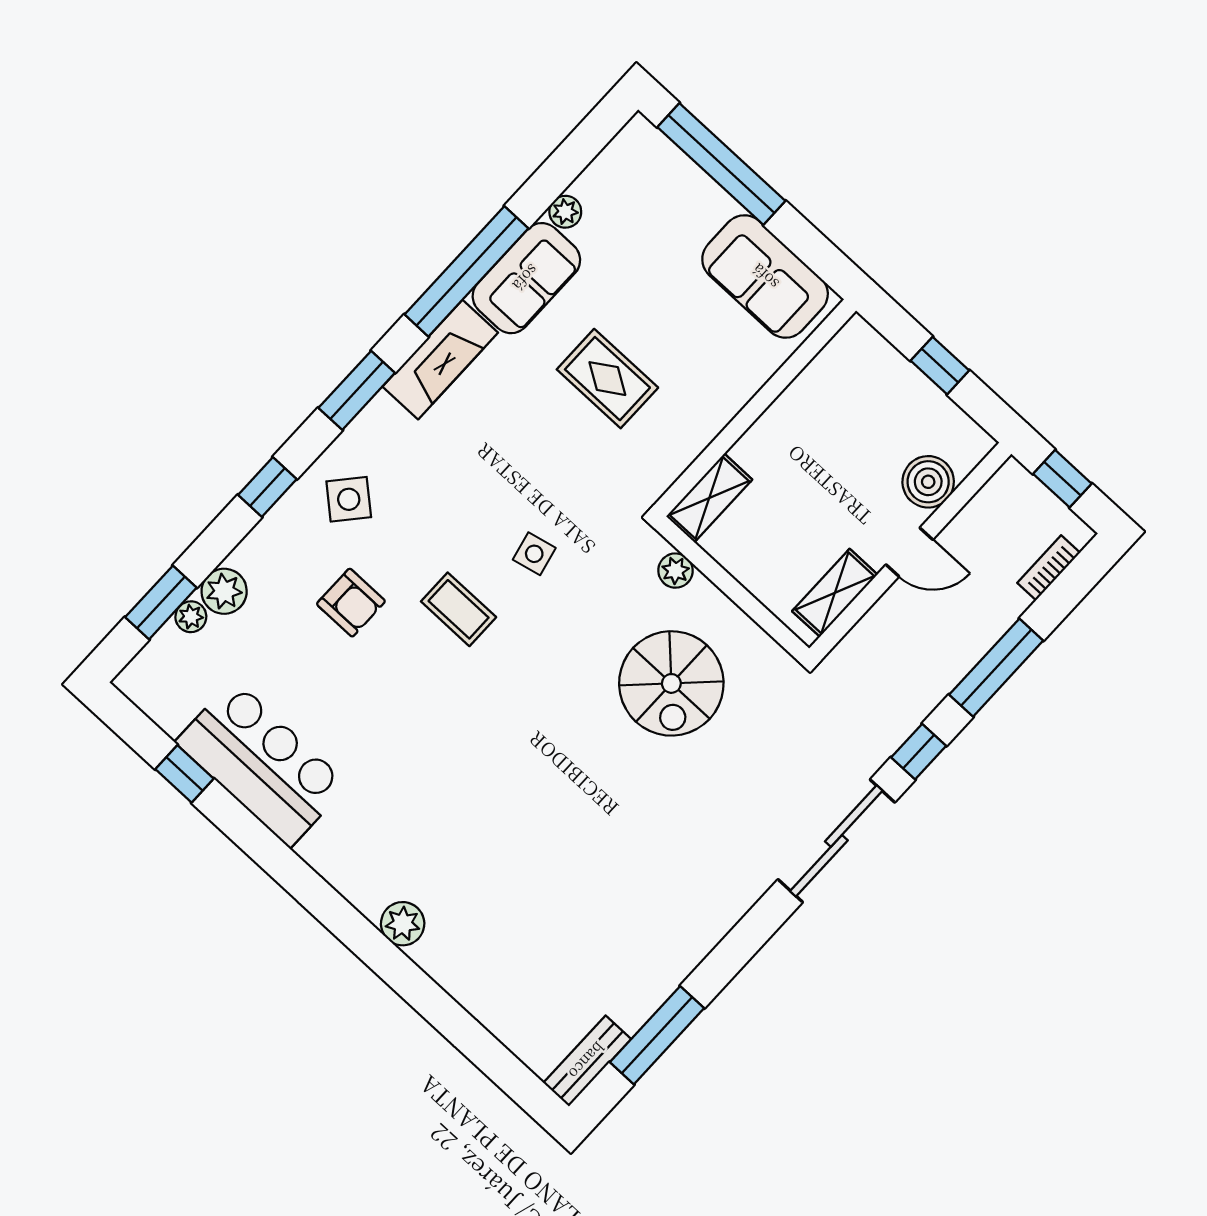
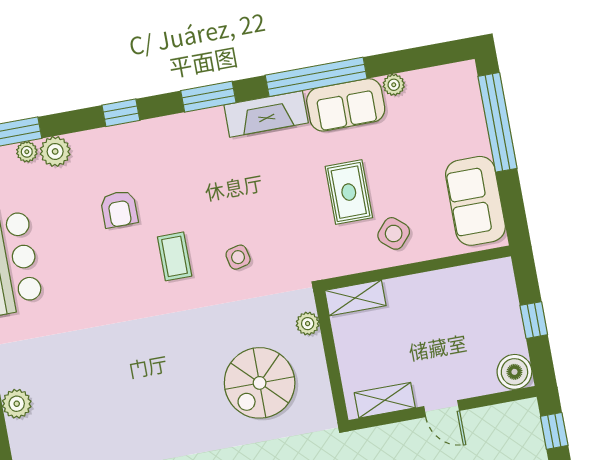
boiler: (928, 482) -> (514, 372), moved
side table: (349, 499) -> (394, 233), moved

